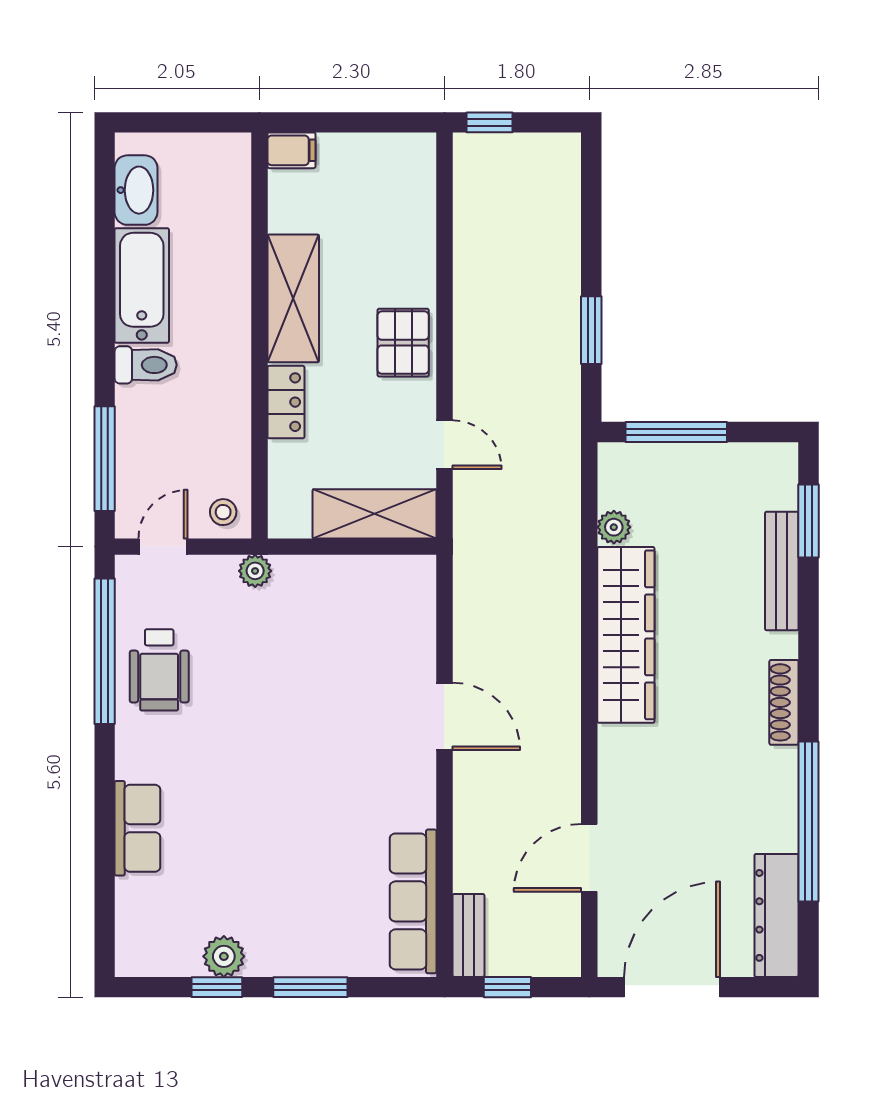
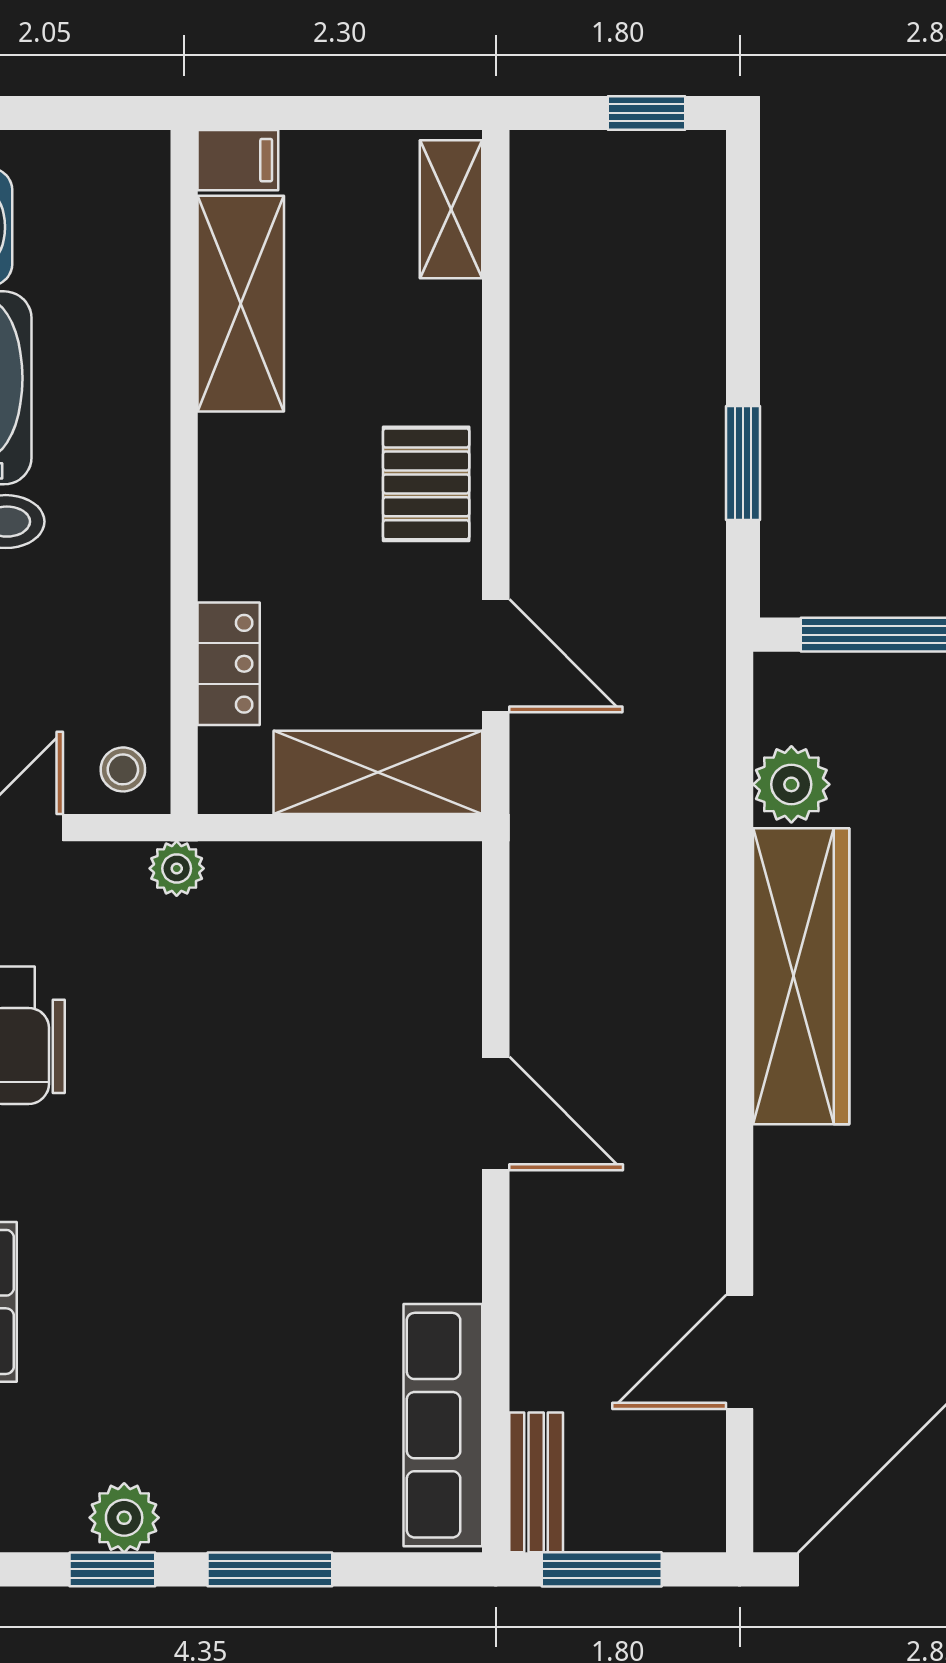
window: (490, 122) -> (647, 113), moved
shelving: (418, 180) -> (451, 209), added
shelving: (293, 298) -> (241, 304), moved
locker: (286, 402) -> (229, 664), moved
door: (444, 445) -> (496, 656), width x1.37
plant: (614, 527) -> (791, 784), width x1.38, depth x1.38
window: (507, 987) -> (602, 1569), width x1.50

